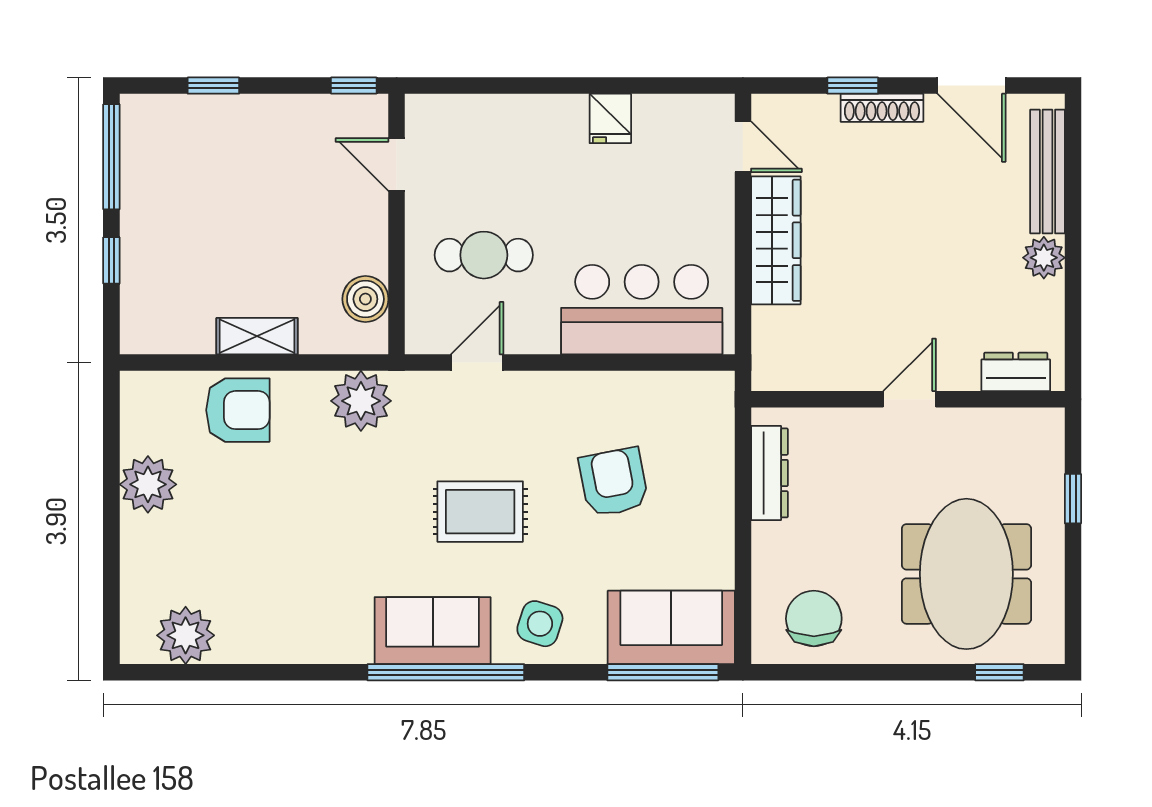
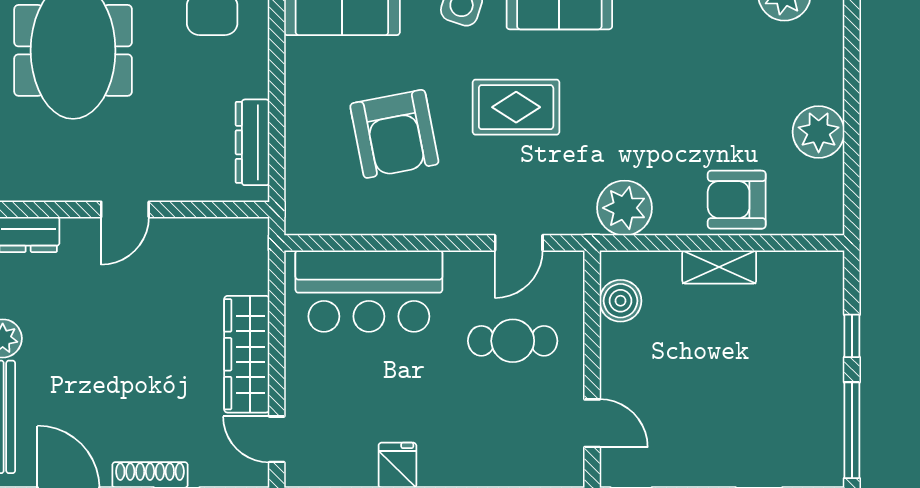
armchair: (614, 482) -> (394, 134), width x1.36, depth x1.36

